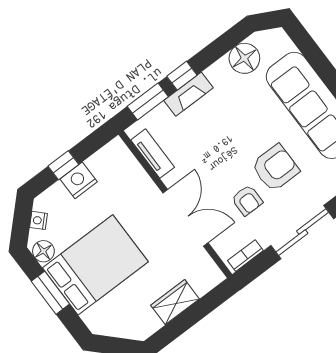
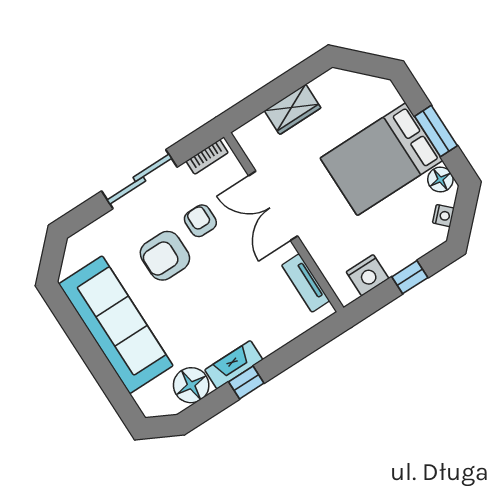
window: (182, 76) -> (246, 383), moved
fireplace: (189, 94) -> (234, 365), moved
window: (148, 101) -> (307, 344), removed
nightstand: (79, 180) -> (367, 275), moved

